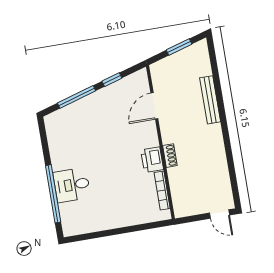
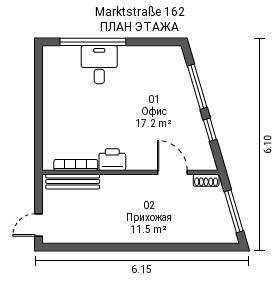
window: (179, 47) -> (234, 211), width x1.44
bench: (210, 100) -> (73, 182), moved
shoe rack: (170, 156) -> (206, 180), moved

